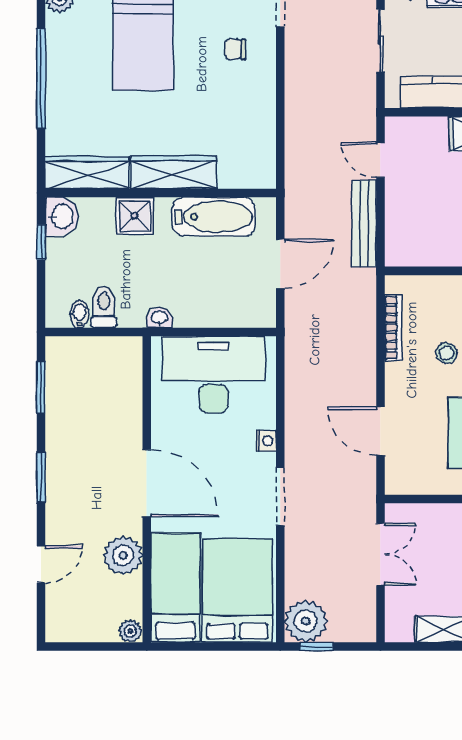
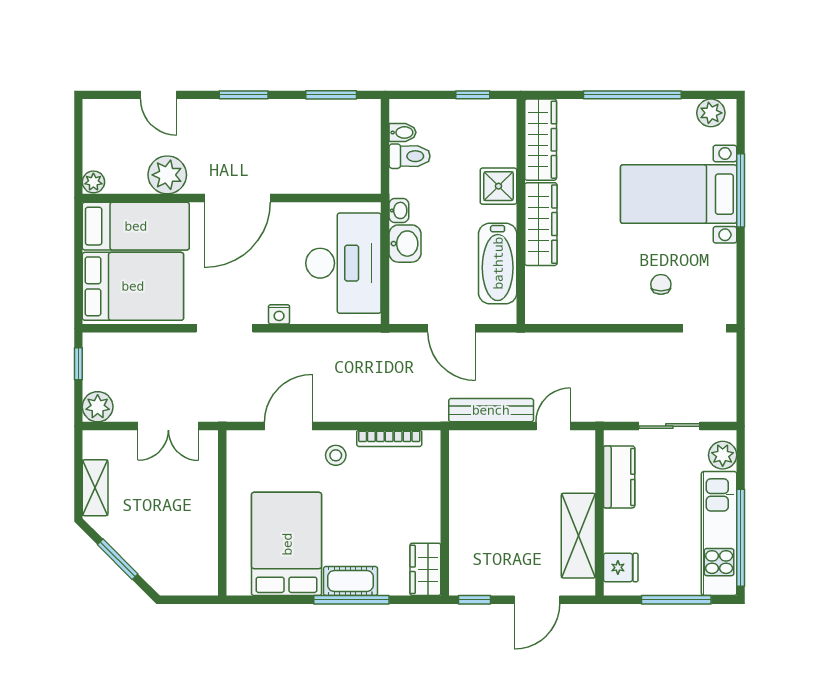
washbasin: (62, 216) -> (405, 244), moved, turned -90
stool: (446, 353) -> (336, 455), moved
plant: (306, 621) -> (98, 407), moved, width x0.73, depth x0.73

